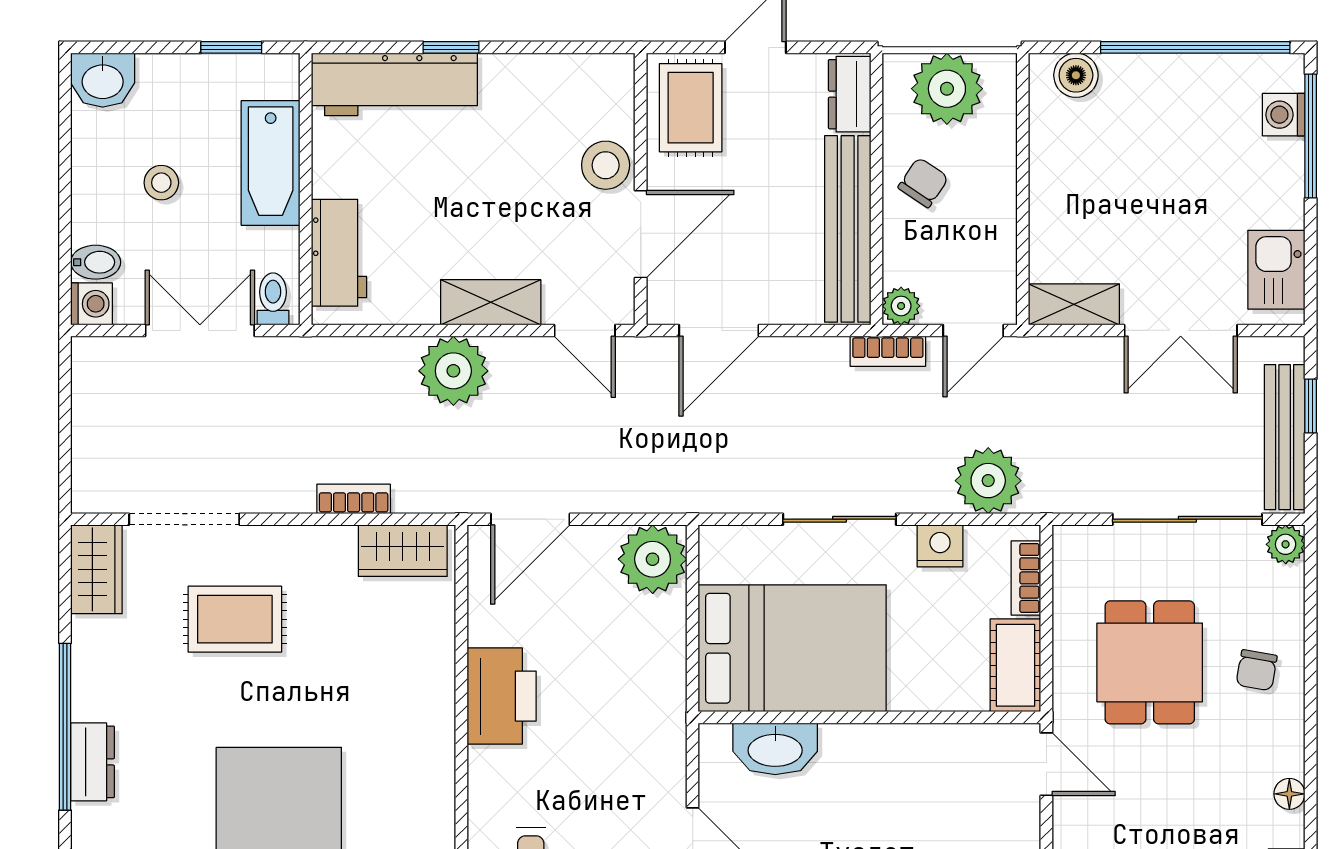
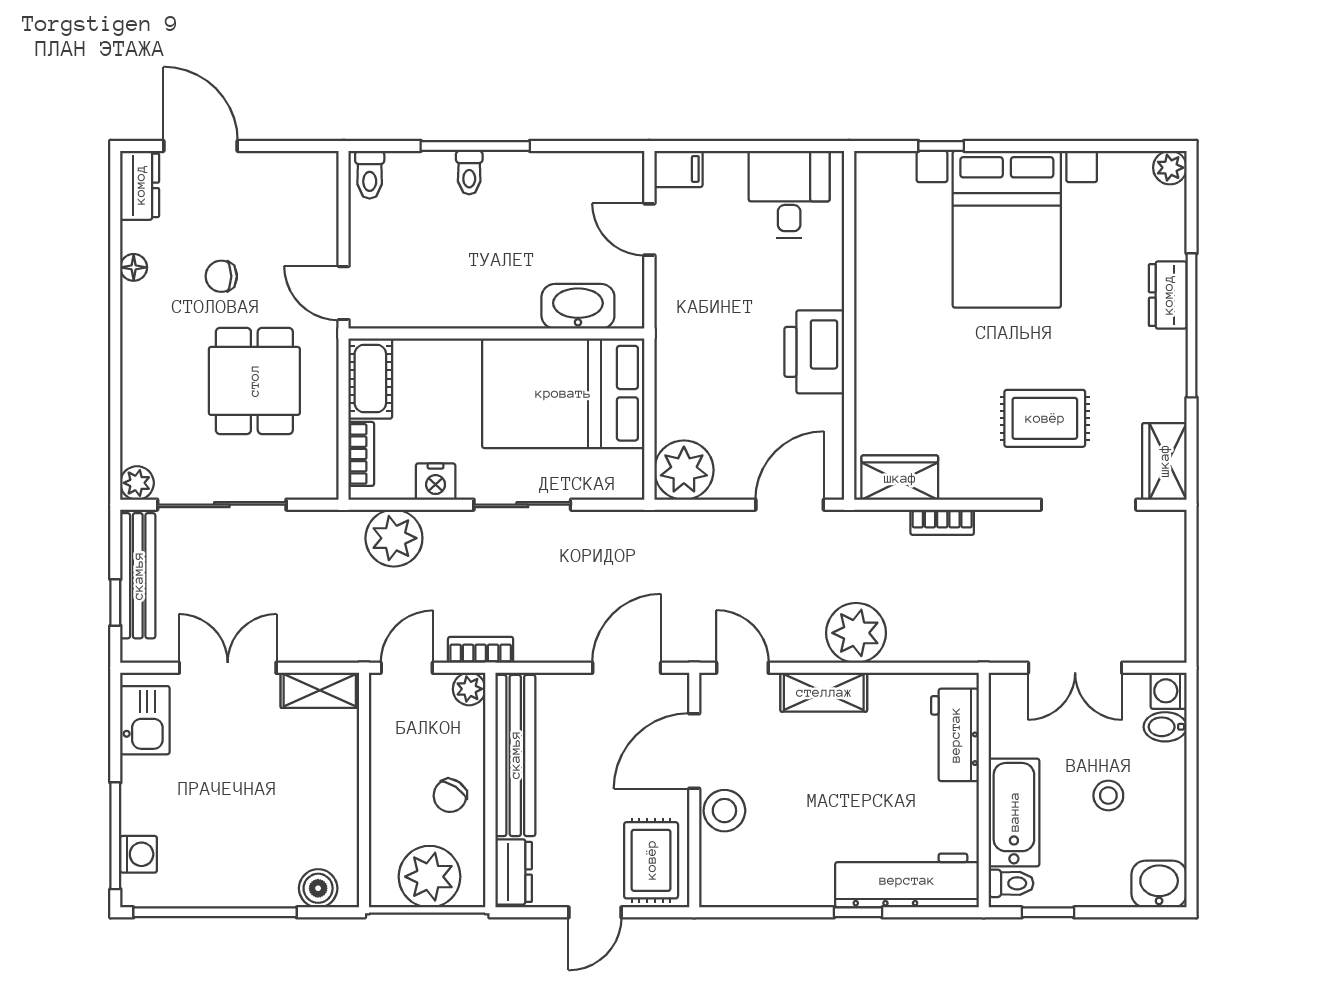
toilet: (273, 299) -> (1011, 883), moved, turned -90
chair: (1257, 670) -> (221, 276), moved, turned -100

